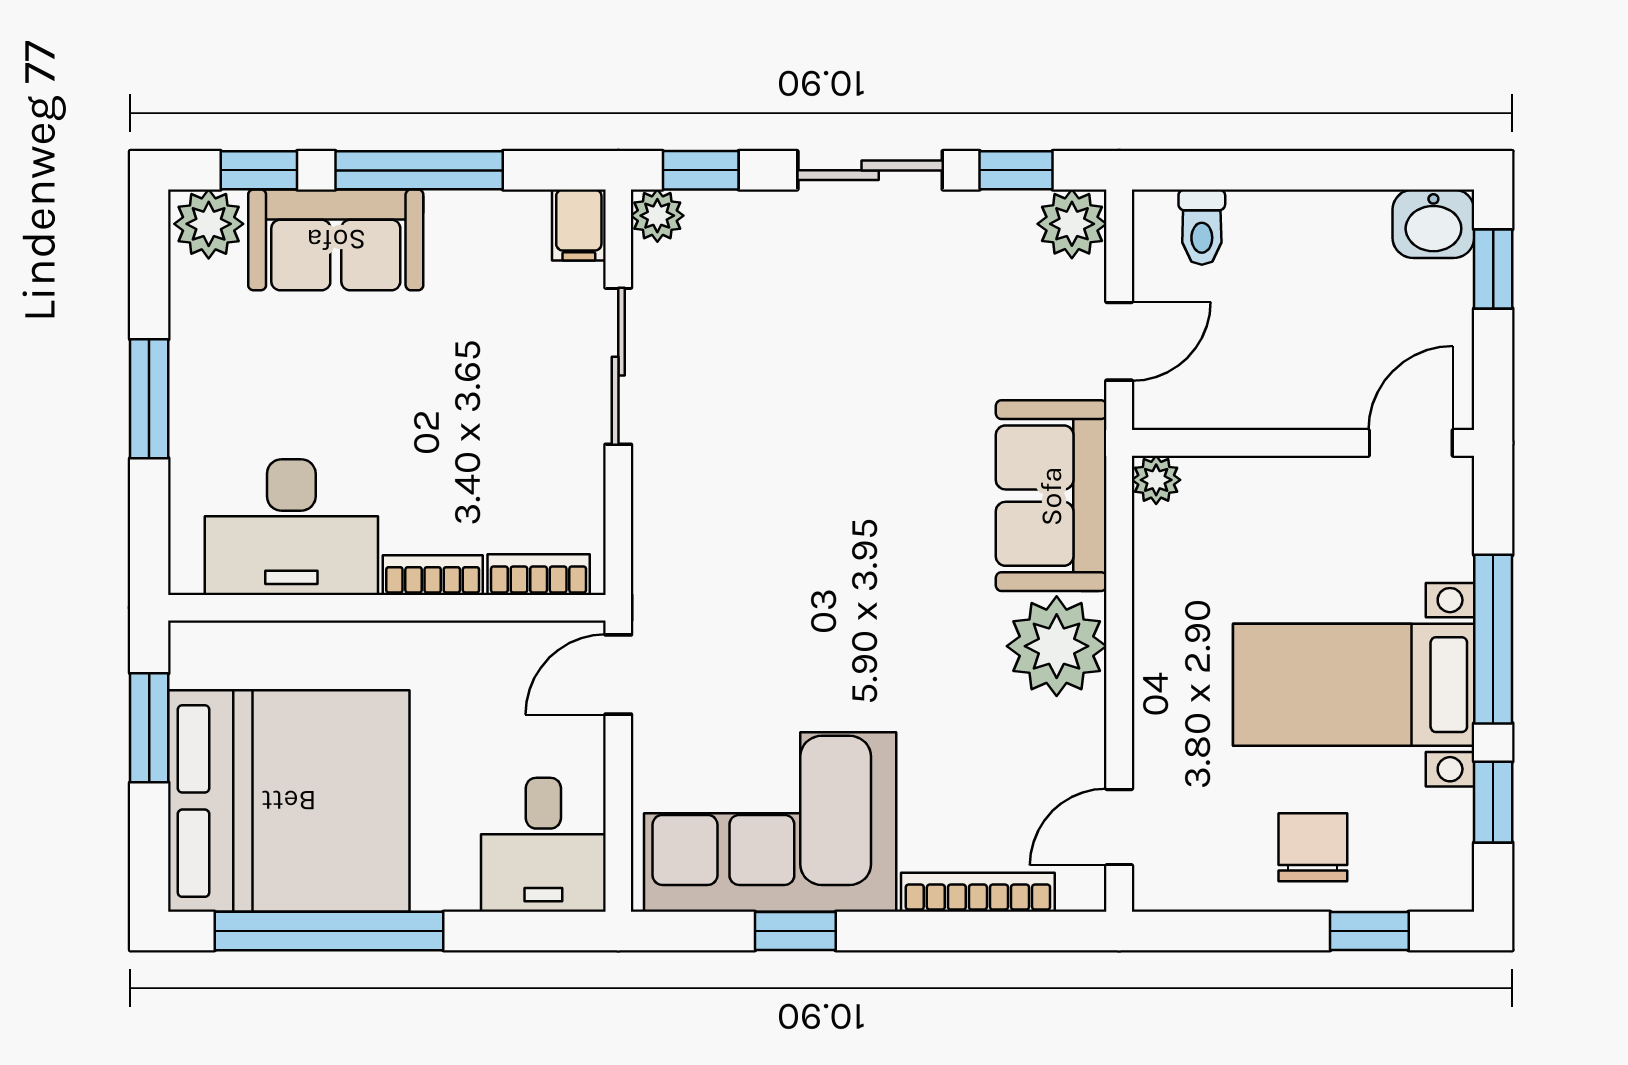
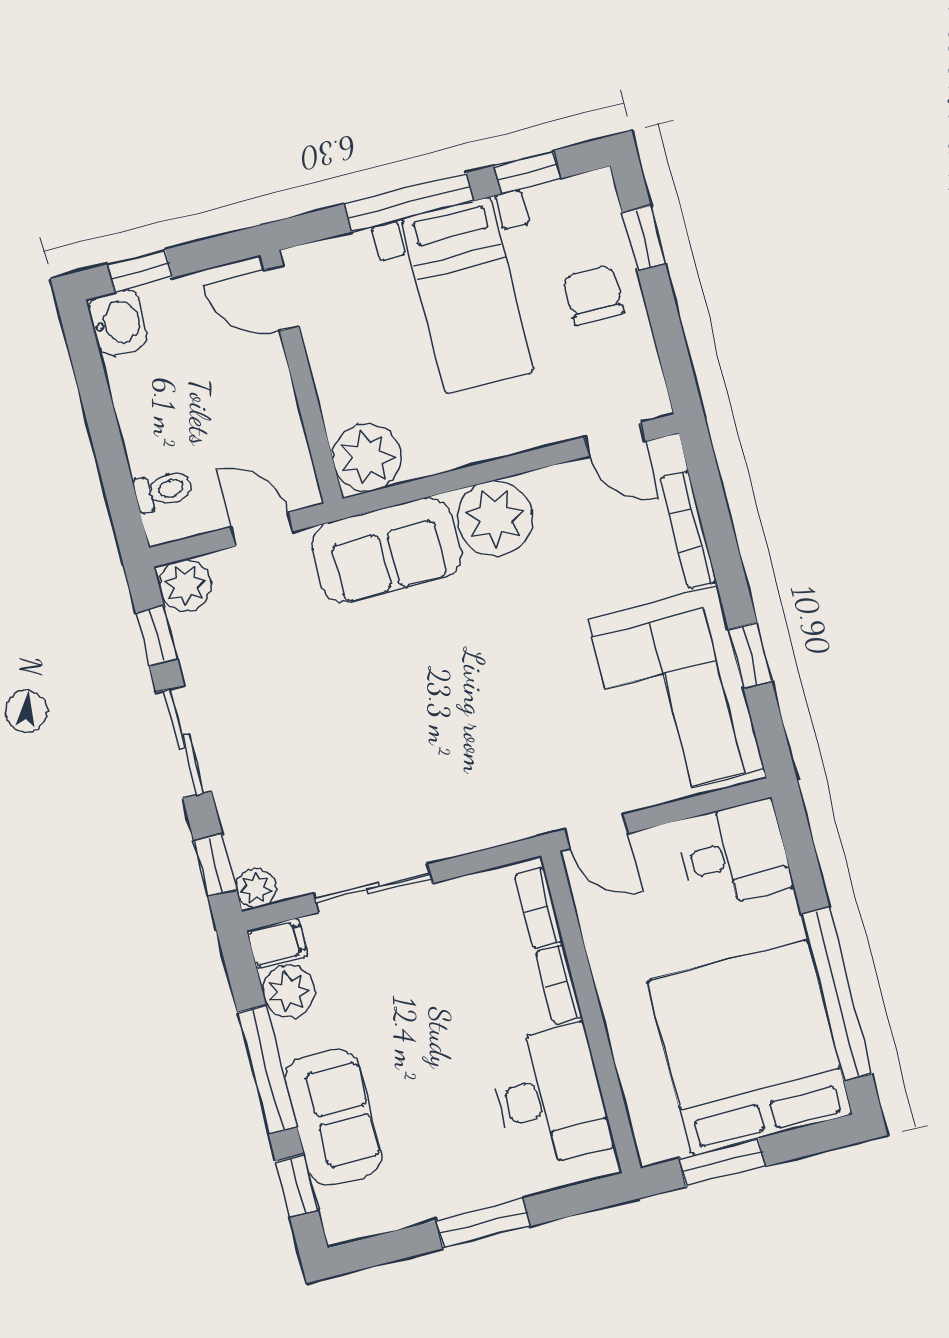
plant: (209, 224) -> (289, 992), moved
plant: (1156, 480) -> (367, 457), width x1.88, depth x1.88
chair: (1313, 847) -> (593, 295), turned 90

